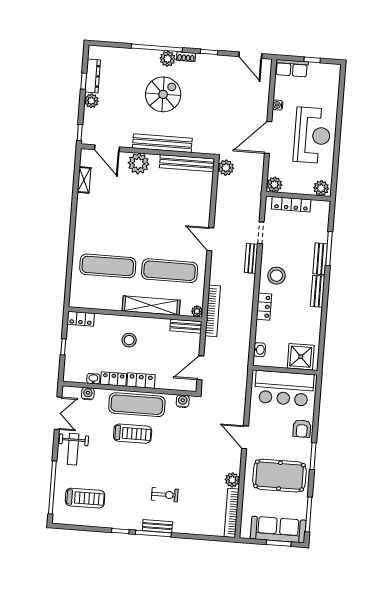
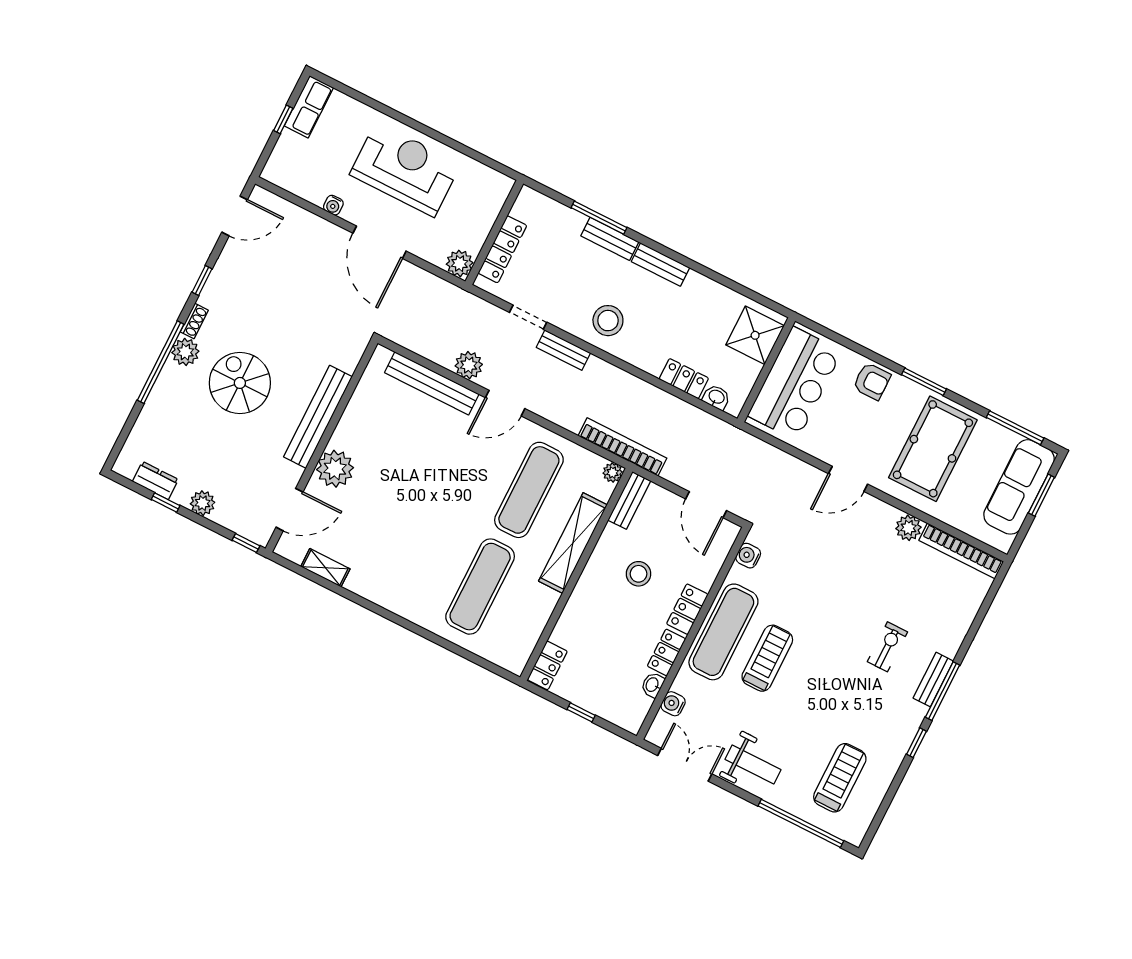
row of seats: (292, 68) -> (309, 107), moved
dresser: (93, 76) -> (155, 480), width x0.70
bench: (187, 163) -> (432, 383), moved, turned 90
plant: (226, 168) -> (469, 365), moved
plant: (321, 188) -> (496, 190), removed
locker: (264, 307) -> (684, 379), moved
stool: (129, 340) -> (638, 574), moved

